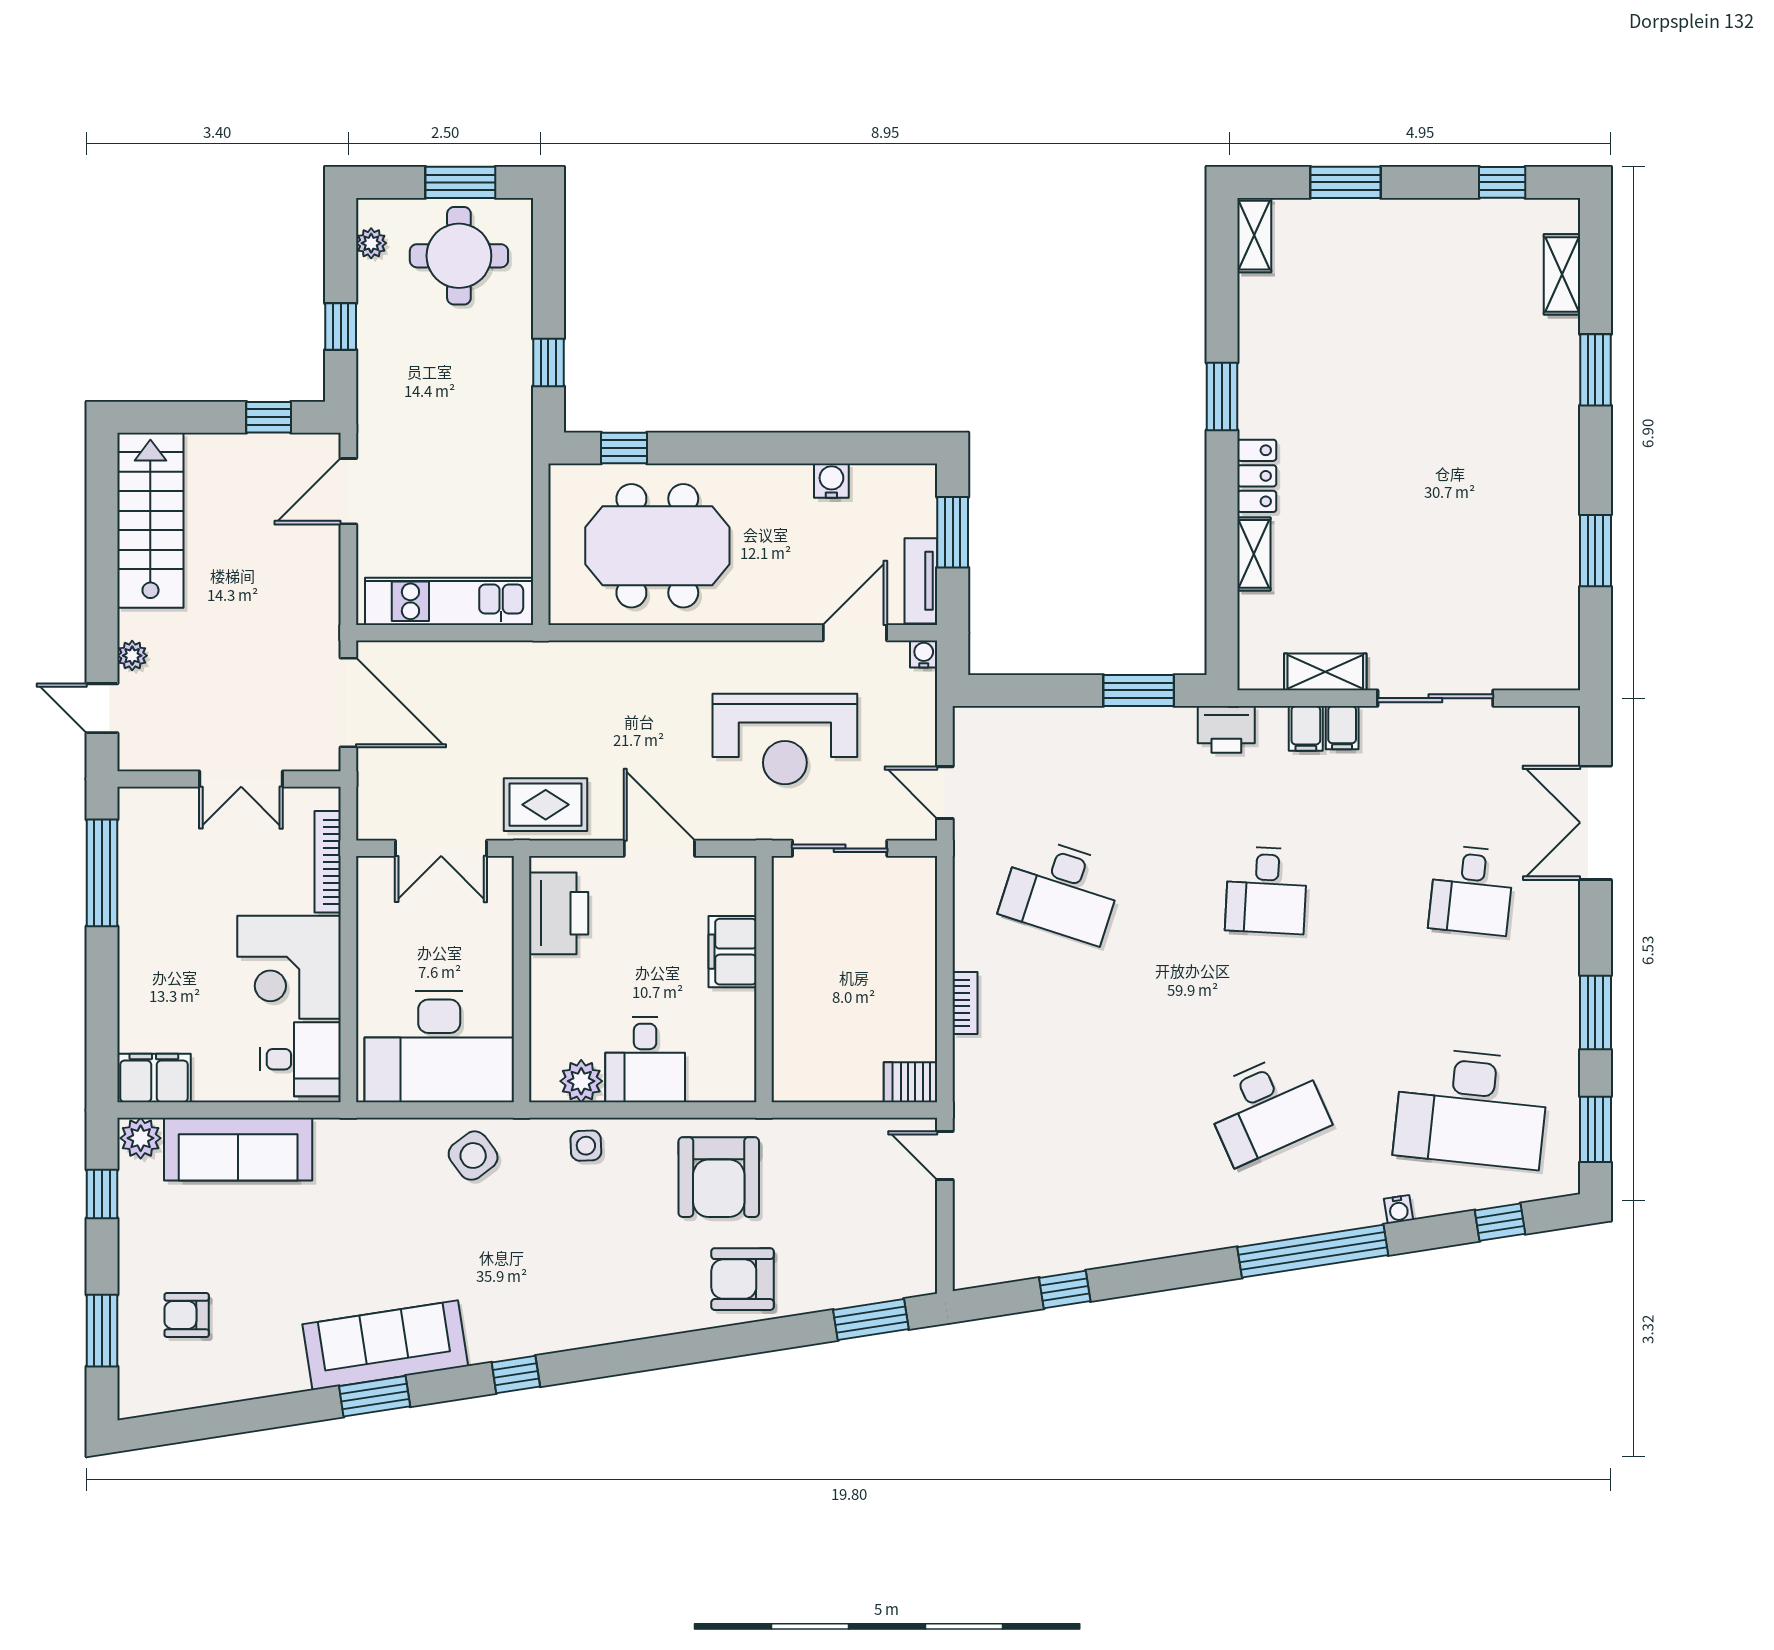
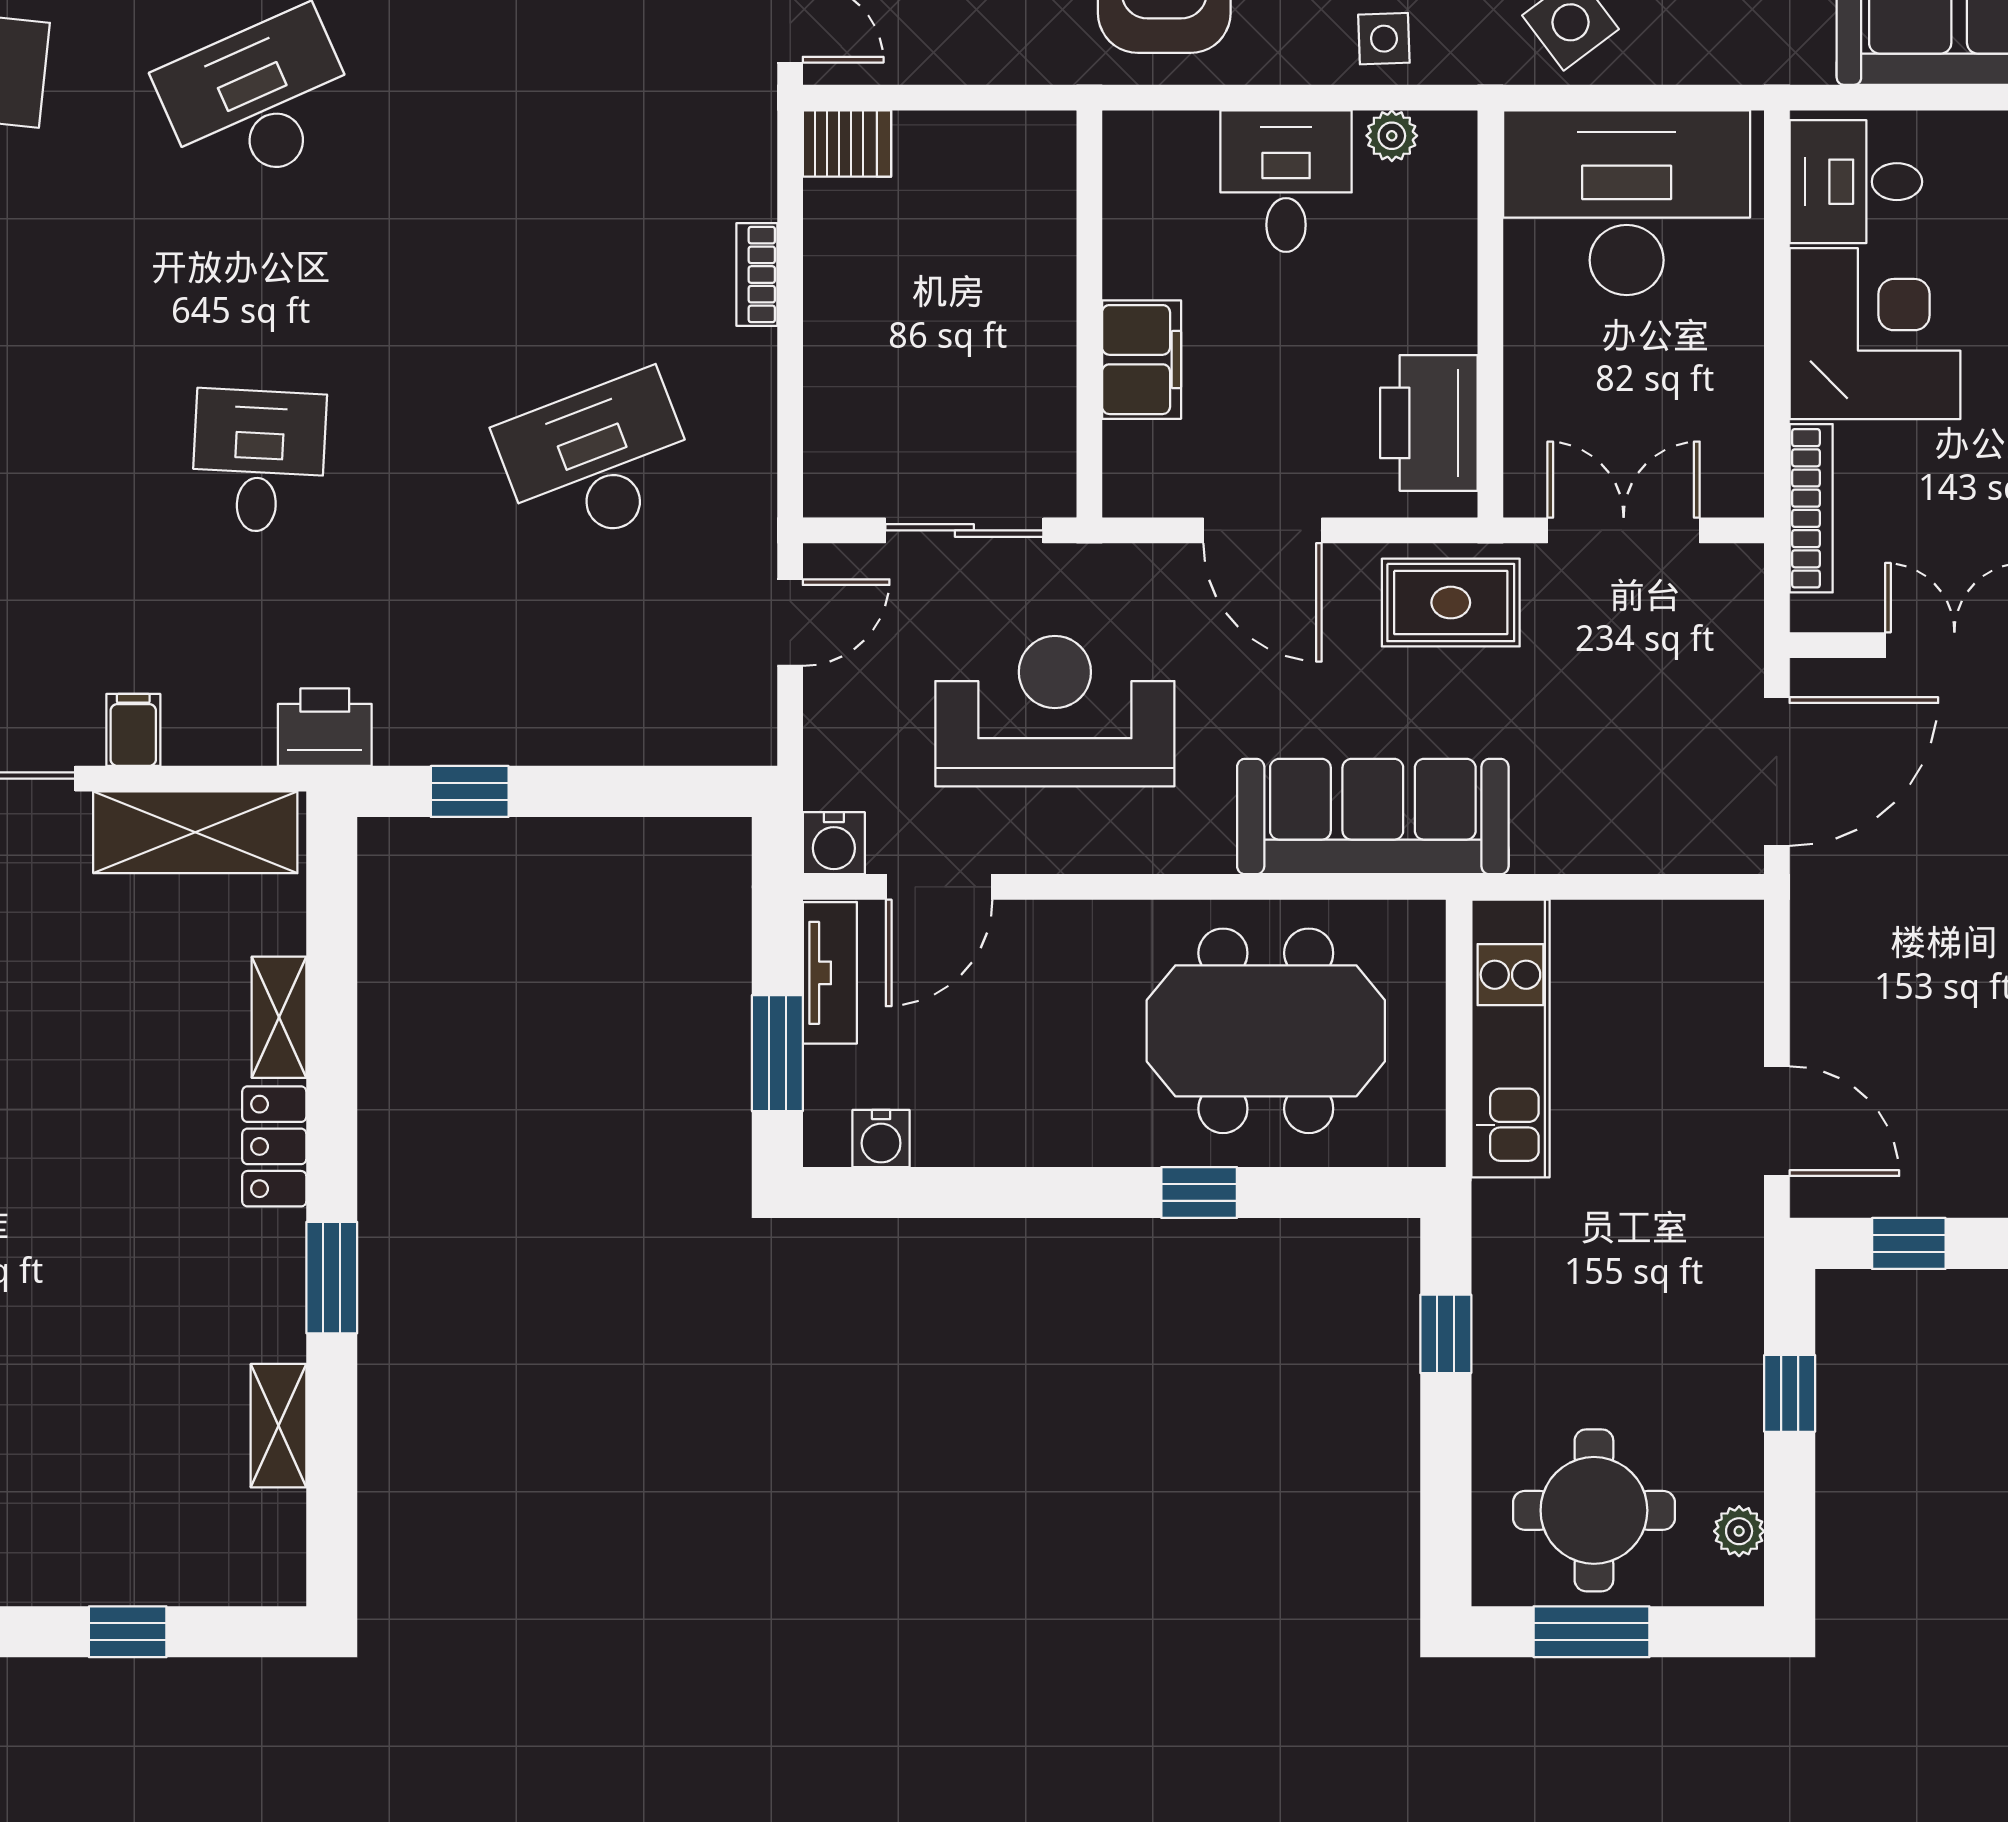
window: (1345, 182) -> (128, 1632), width x0.67
shelving: (1254, 235) -> (279, 1426), moved
window: (624, 448) -> (1199, 1193), moved
water cooler: (831, 481) -> (881, 1138), moved
door: (348, 491) -> (1777, 1121), hinge flipped
kitchen unit: (449, 601) -> (1510, 1039), moved, turned -90
water cooler: (924, 654) -> (834, 843), width x1.38, depth x1.38
shelving: (1325, 672) -> (195, 832), width x1.50, depth x1.33
sofa: (593, 675) -> (1373, 817), added
window: (1139, 690) -> (470, 791), width x0.67
door: (348, 703) -> (1777, 771), swing flipped
filing cabinet: (1306, 728) -> (193, 729), removed
door: (945, 793) -> (790, 623), hinge flipped
desk: (1061, 890) -> (598, 461), turned -39
plant: (581, 1081) -> (1392, 136), width x0.73, depth x0.73

